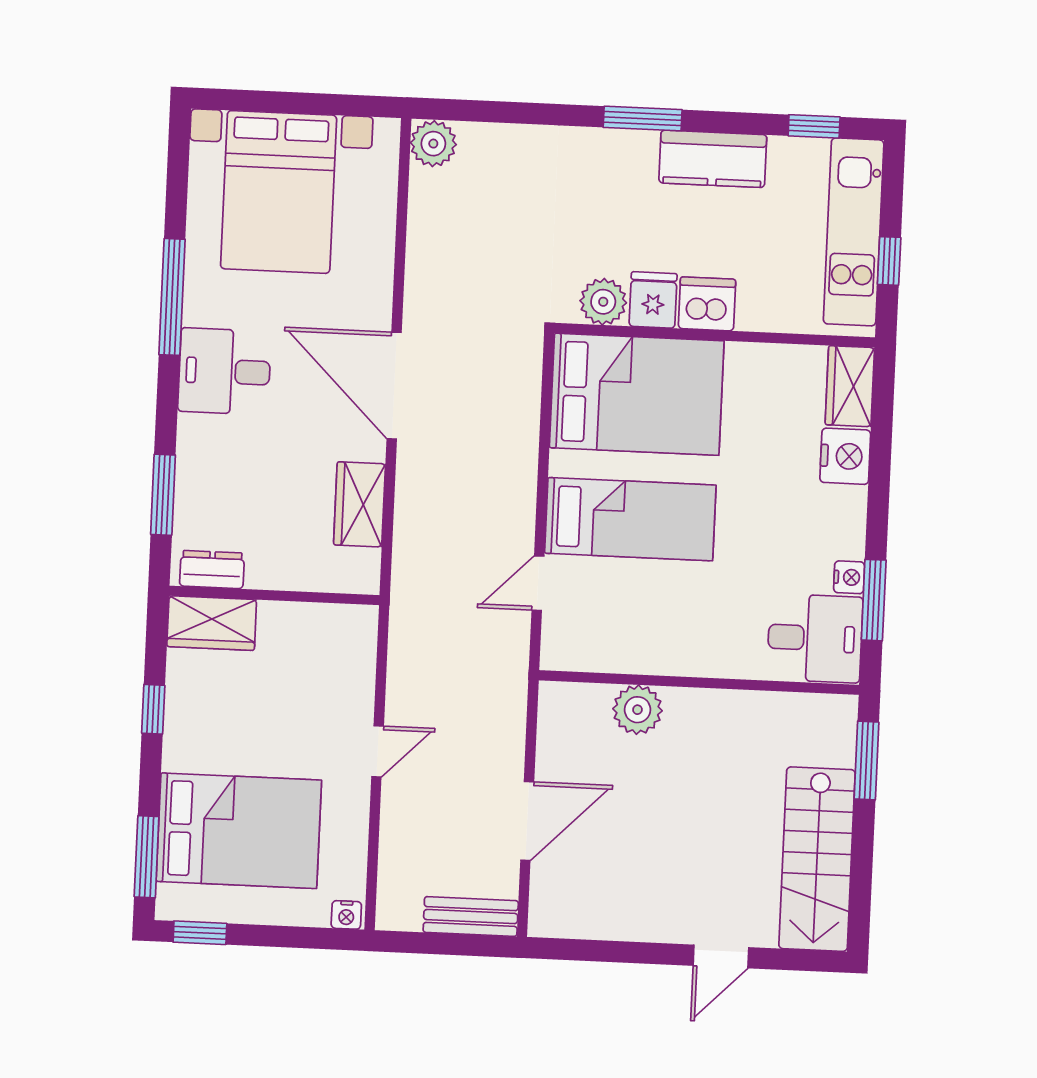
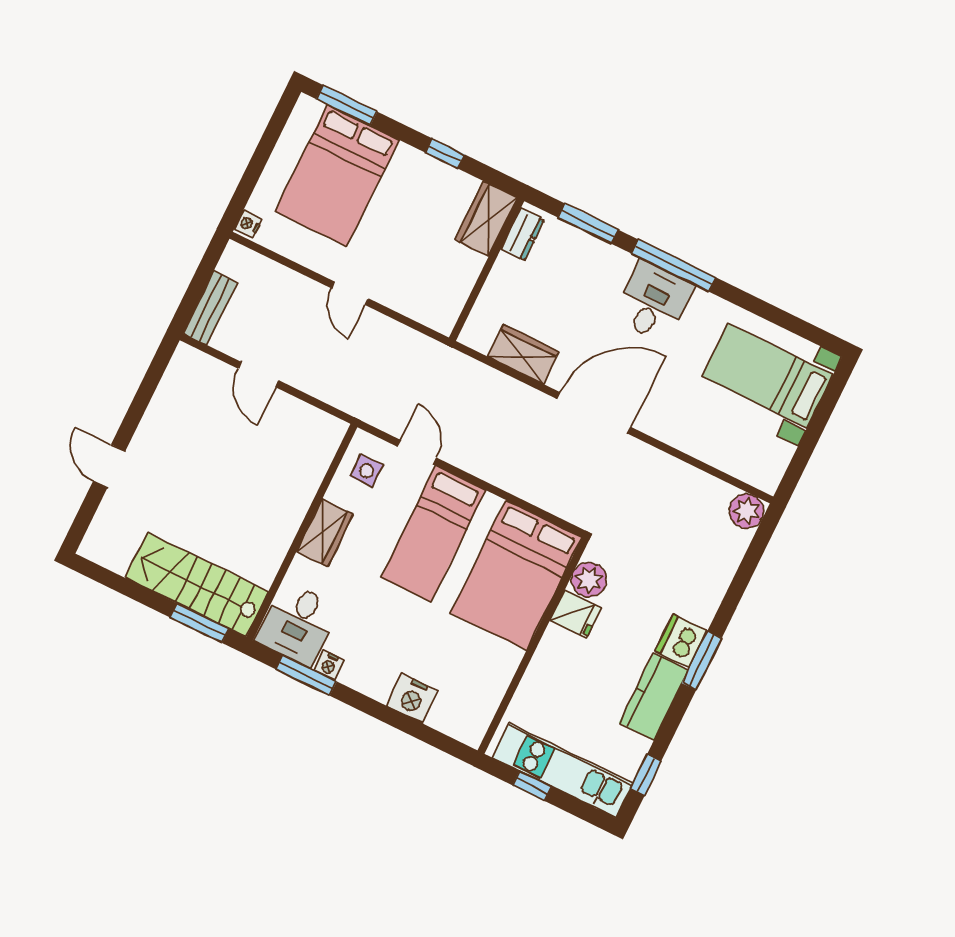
bed with nightstands: (279, 192) -> (767, 375), width x0.73
window: (172, 297) -> (674, 266), moved
dishwasher: (707, 304) -> (681, 641), moved, turned 180
wardrobe: (850, 386) -> (325, 533), moved, turned 90
side table: (588, 635) -> (367, 471), added
plant: (637, 710) -> (302, 482), removed
door: (527, 821) -> (258, 375), width x0.73
stairs: (817, 859) -> (197, 585), moved
window: (200, 933) -> (279, 119), removed

